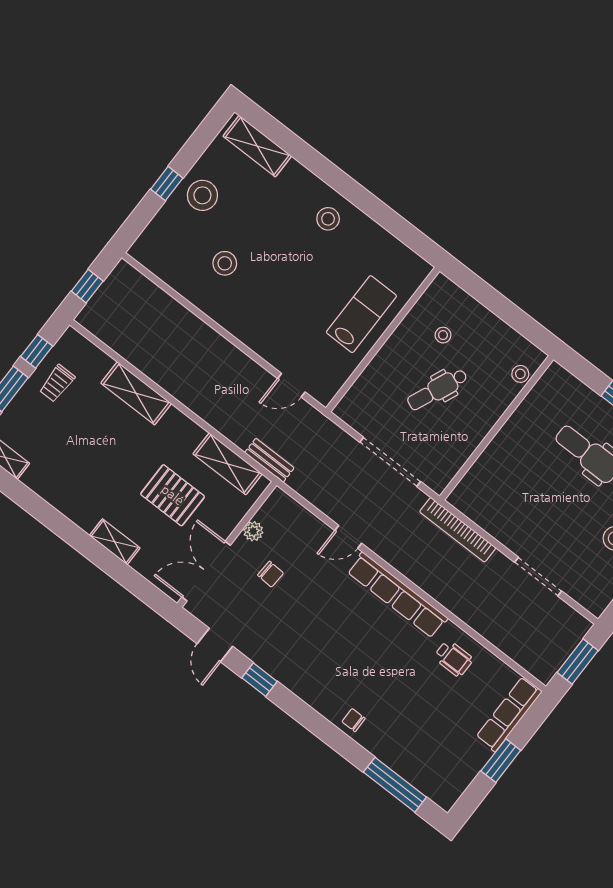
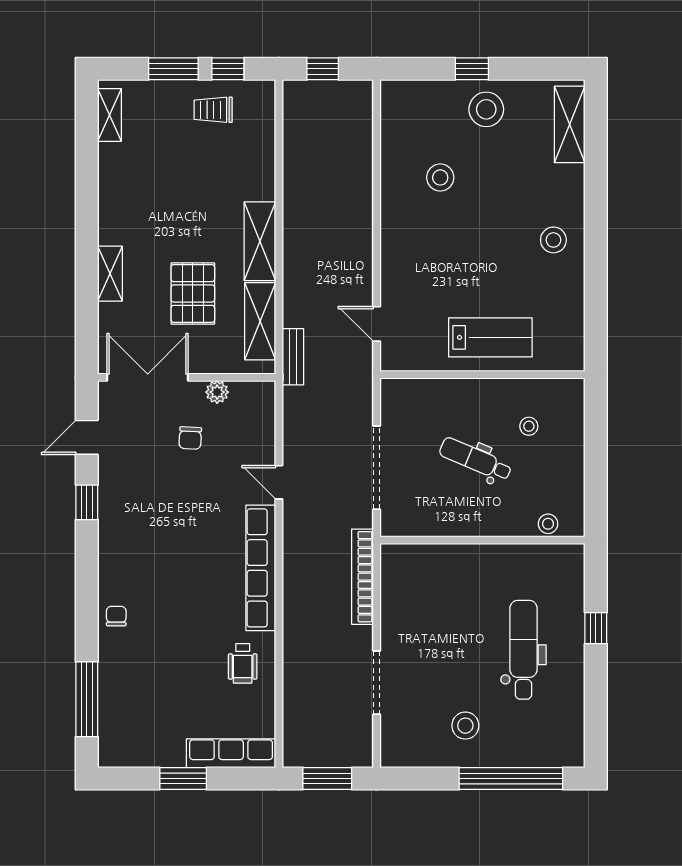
shelving: (136, 393) -> (260, 241), moved

